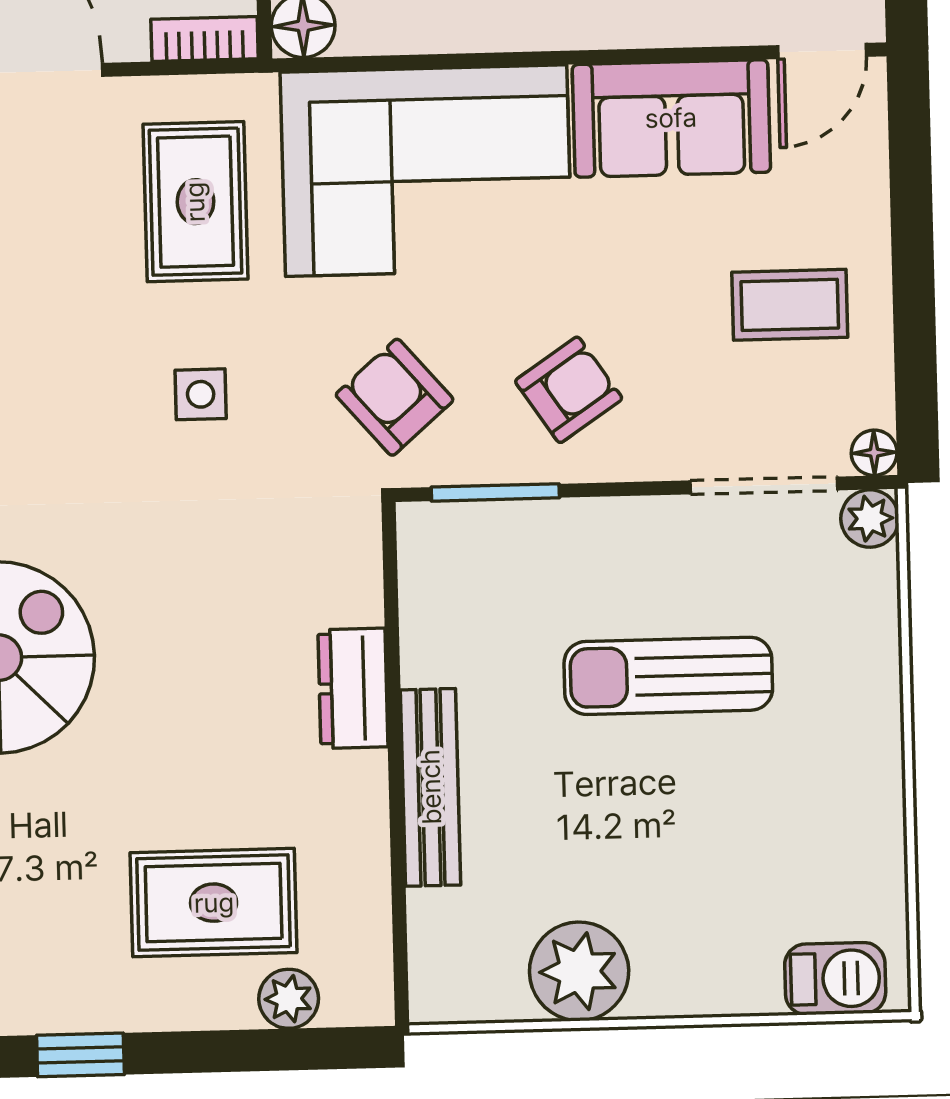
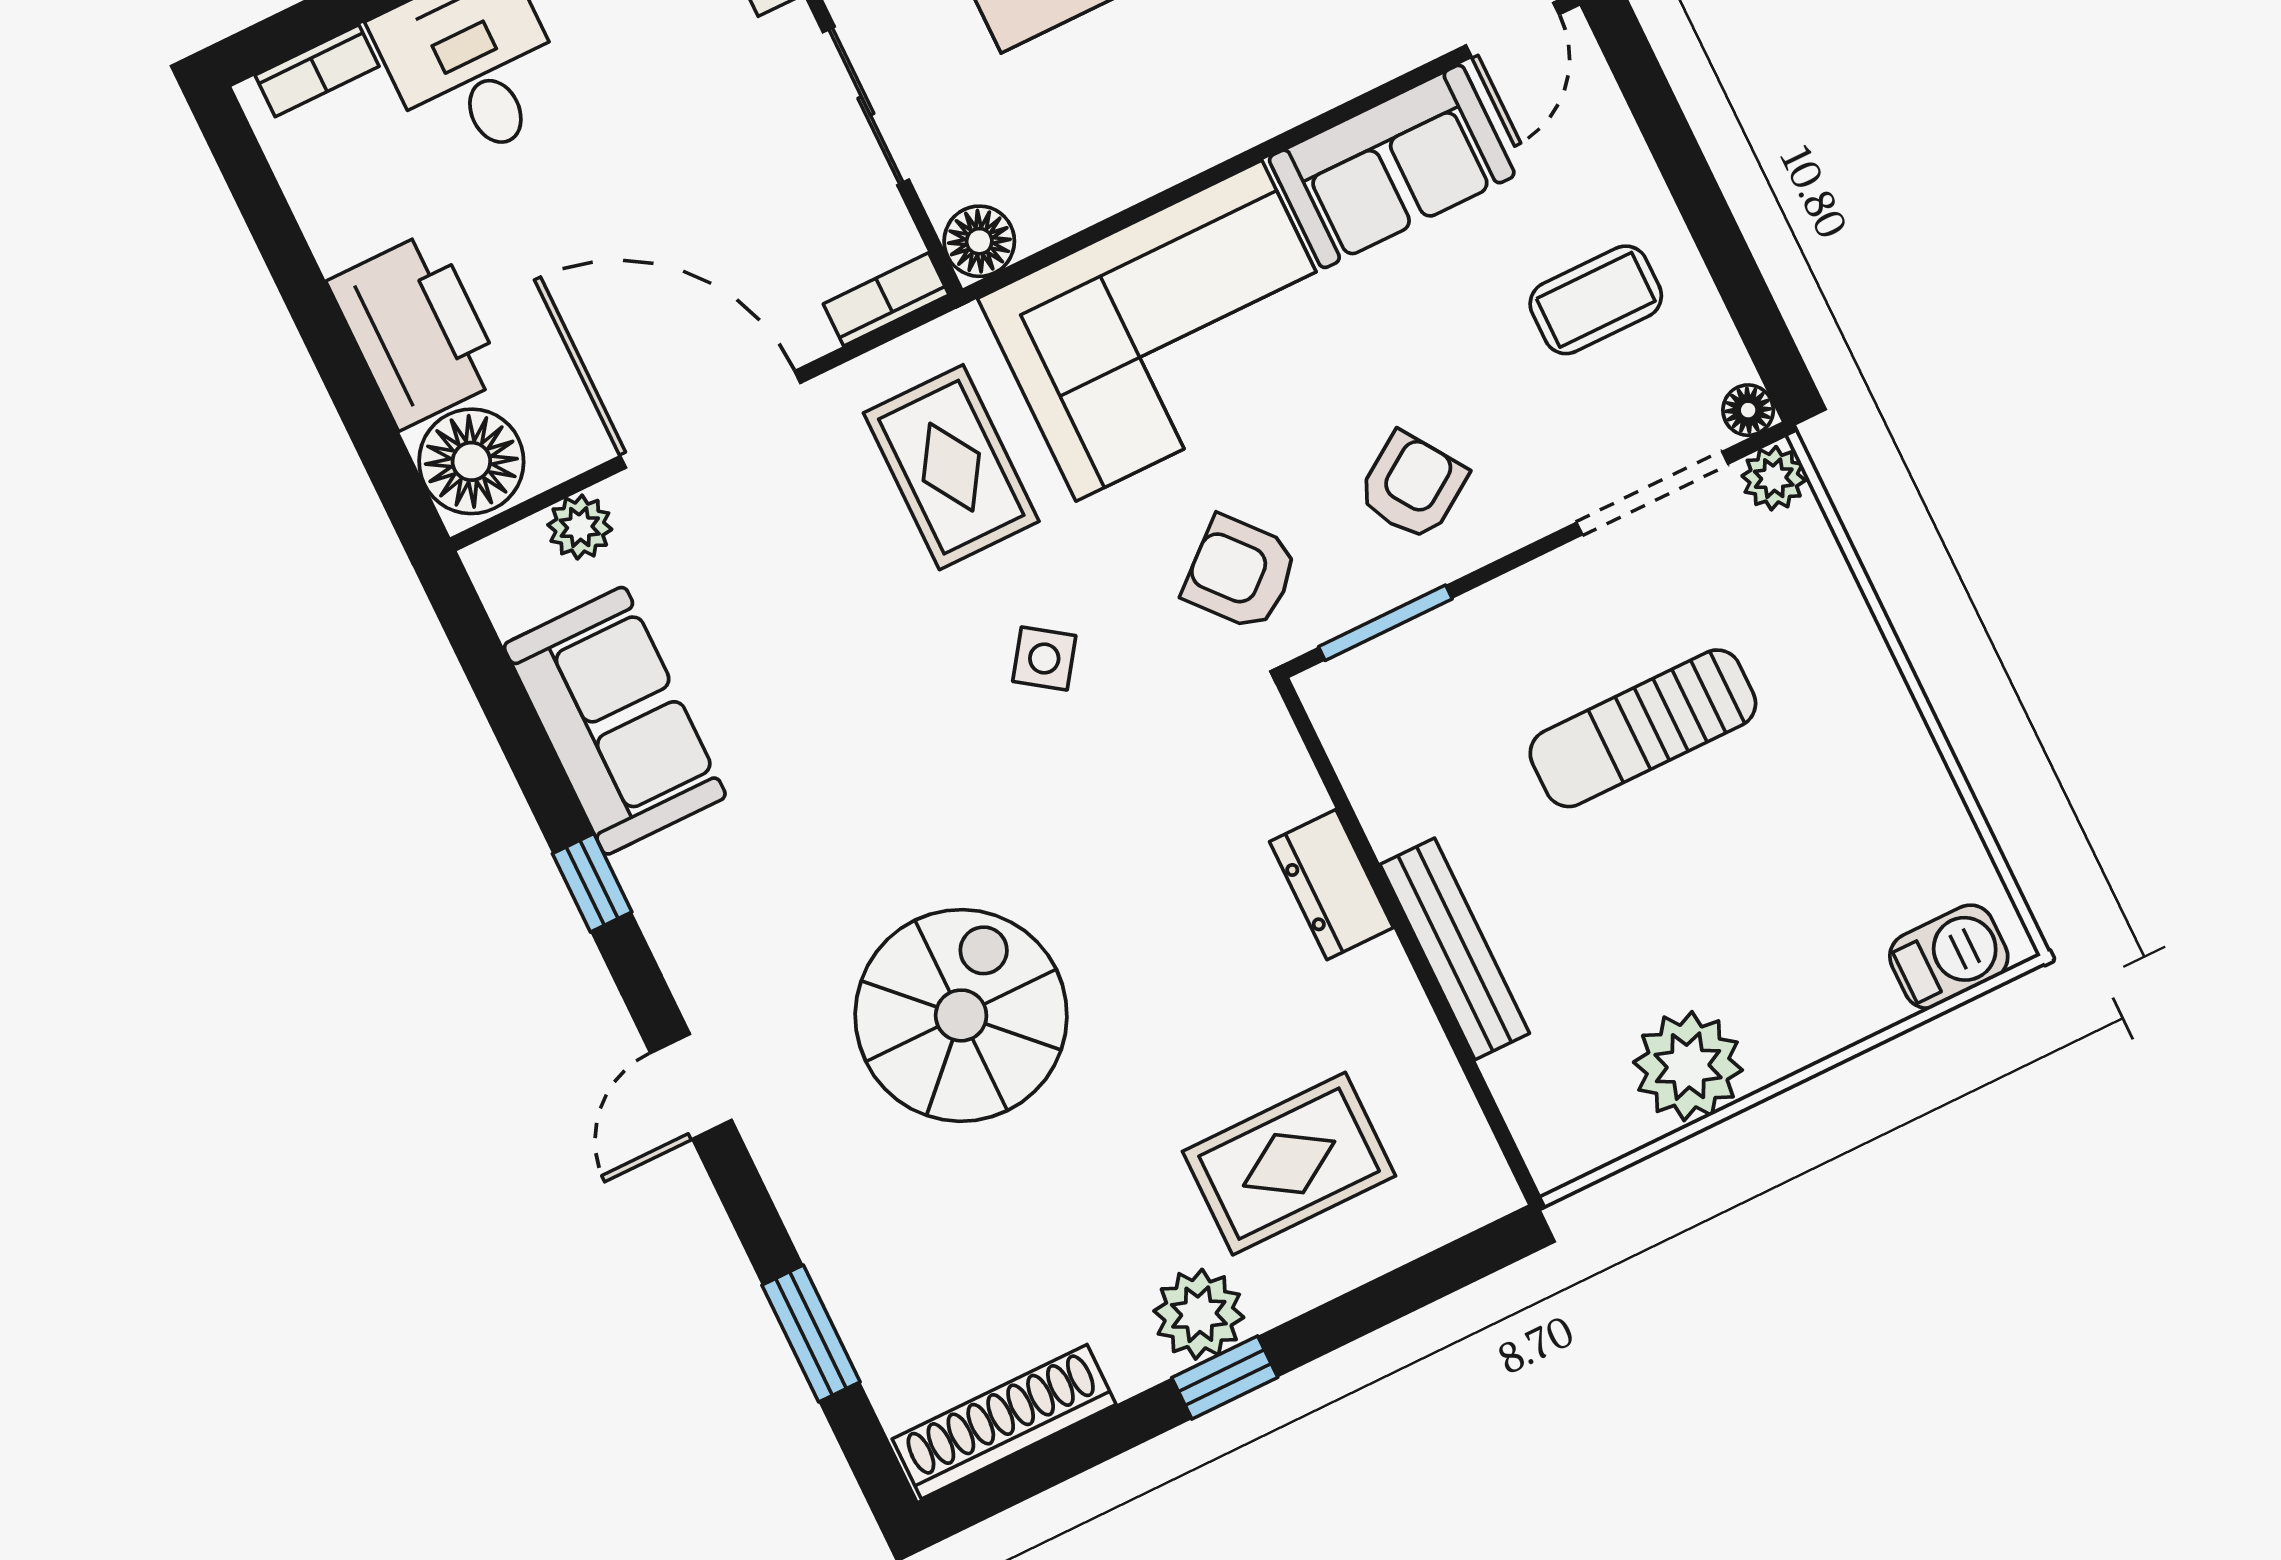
side table: (201, 394) -> (1044, 659), turned 35
plant: (289, 999) -> (1199, 1314), moved, width x1.38, depth x1.38

